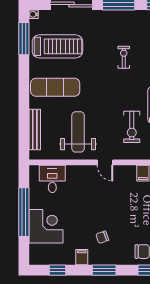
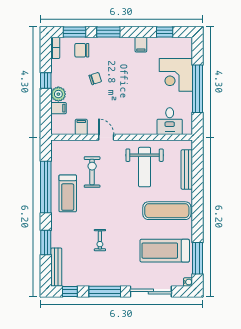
door: (105, 162) -> (106, 137), moved
chair: (102, 237) -> (95, 79), moved
window: (104, 270) -> (108, 32), moved

